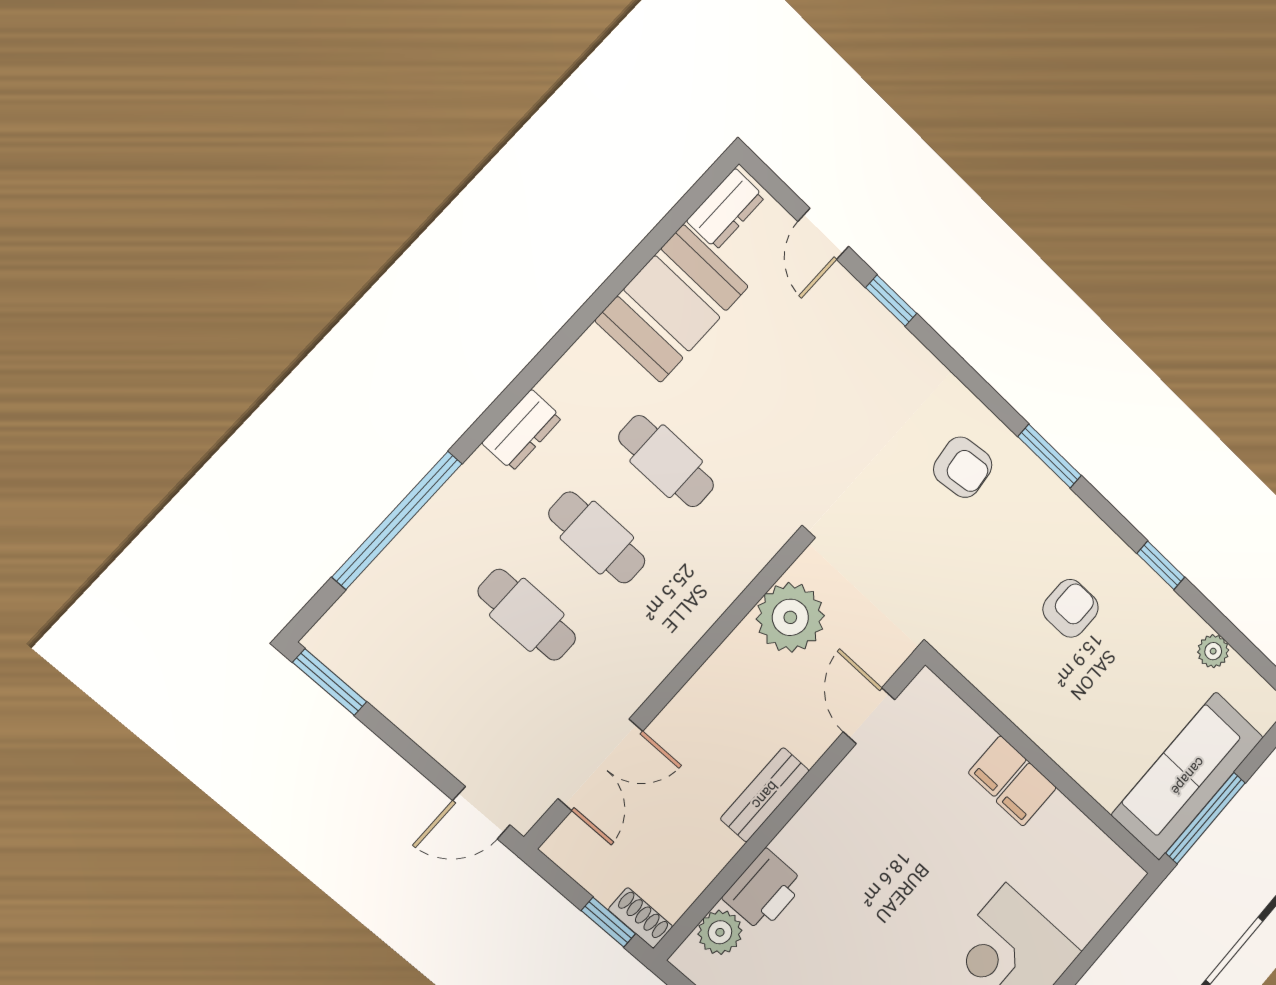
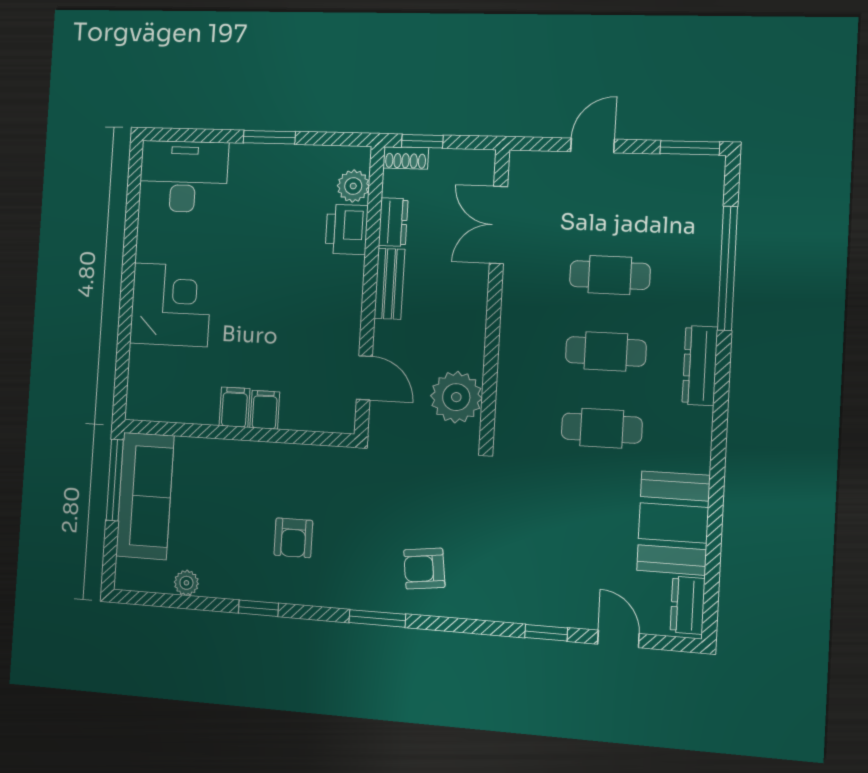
dresser: (522, 430) -> (700, 366), width x1.44
door: (481, 813) -> (593, 145), moved
dresser: (709, 858) -> (393, 222), added

